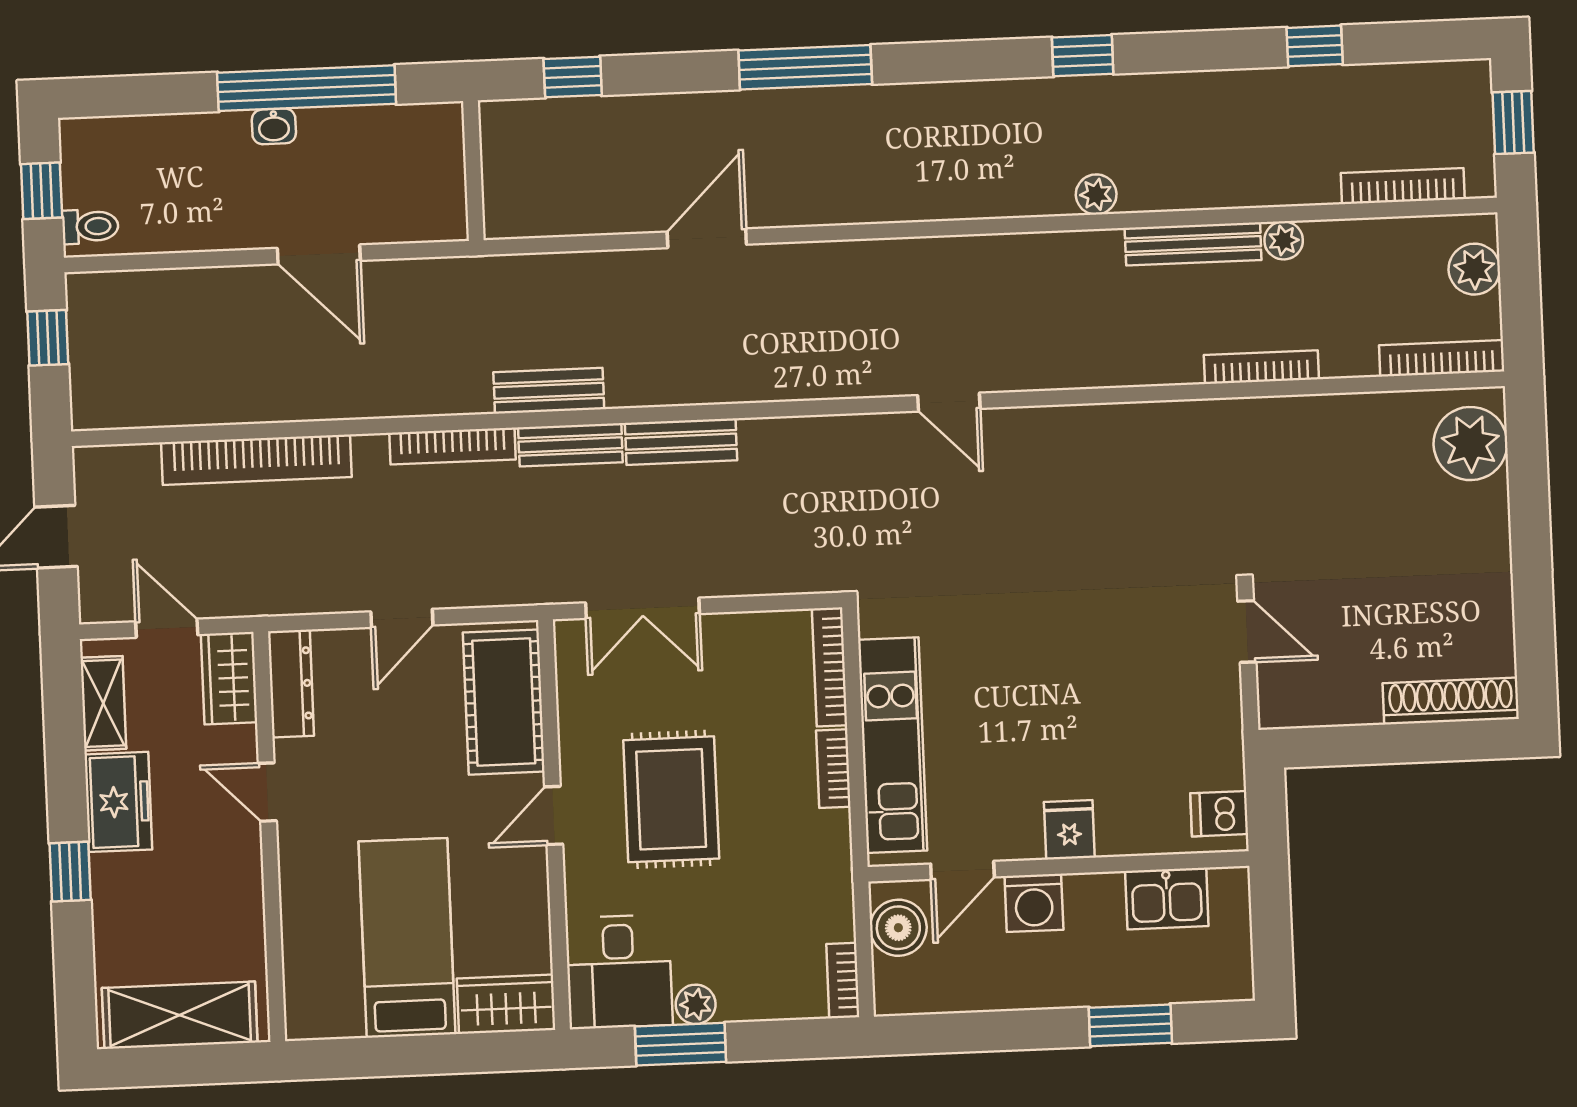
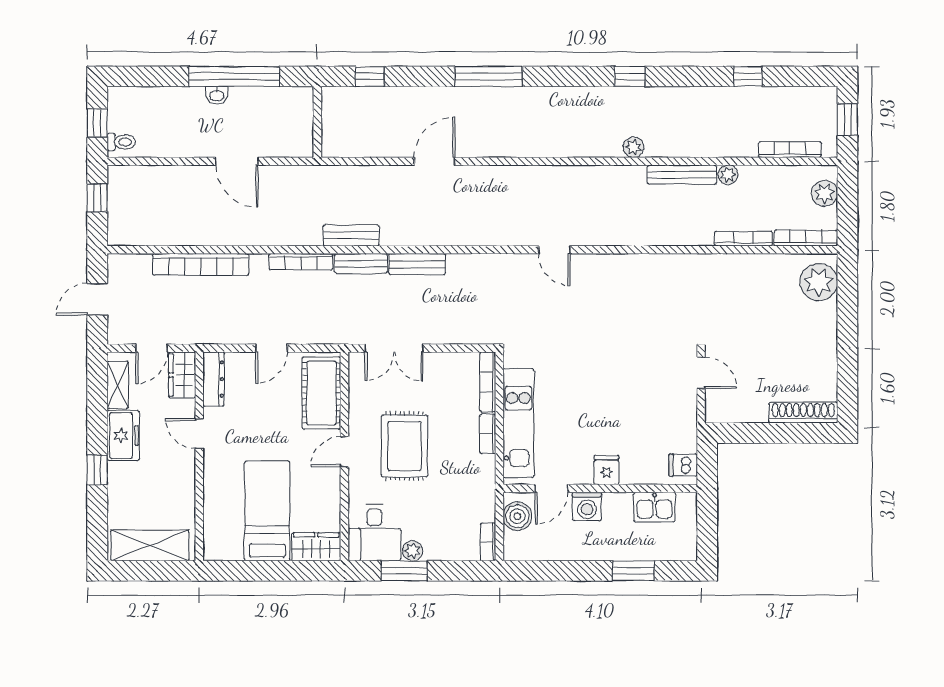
bookcase: (1261, 367) -> (743, 239), moved
door: (167, 628) -> (152, 348), swing flipped

